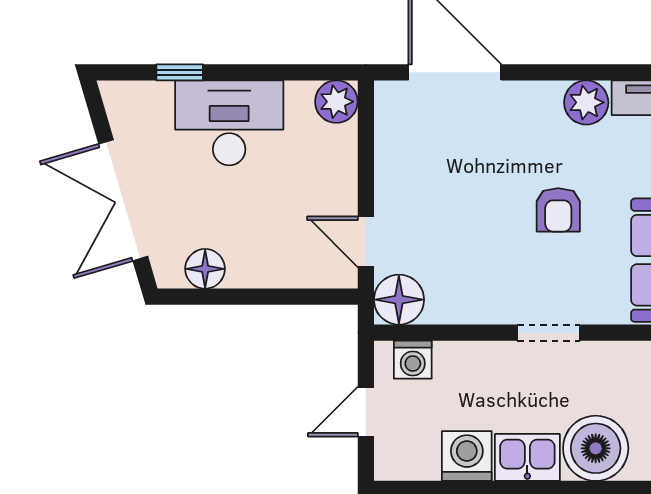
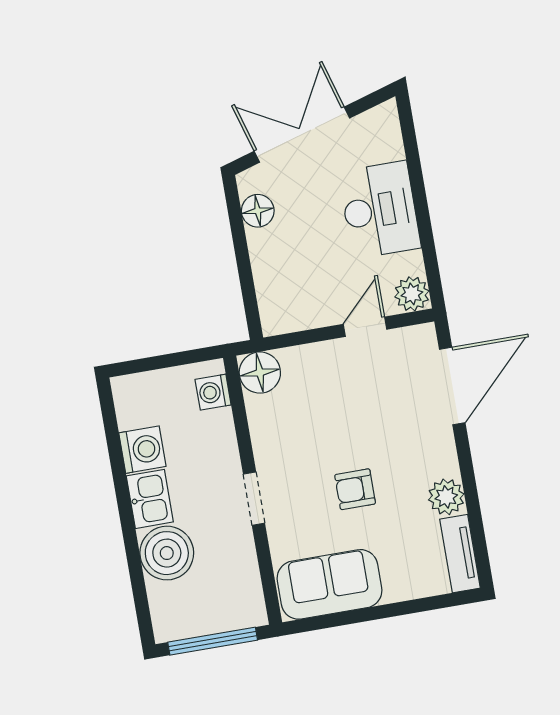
window: (180, 72) -> (414, 162), removed
door: (366, 242) -> (365, 327), moved
door: (366, 412) -> (164, 361), removed

